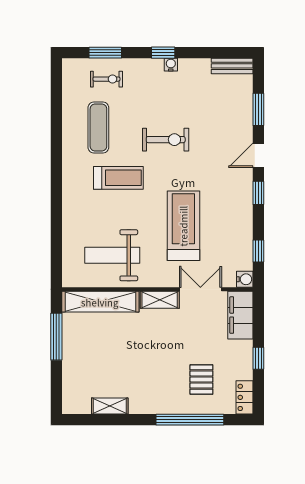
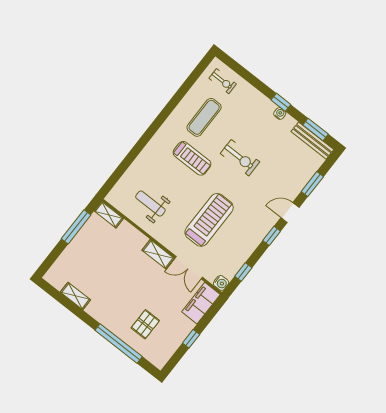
window: (105, 53) -> (316, 129), moved
bench: (232, 66) -> (312, 141), width x1.36
exercise bike: (106, 79) -> (223, 81), moved
weight bench: (112, 255) -> (150, 204), width x0.73, depth x0.75
double door: (200, 289) -> (189, 268), swing flipped
shelving: (100, 302) -> (109, 215), width x0.45, depth x0.75
locker: (244, 397) -> (163, 356), removed

